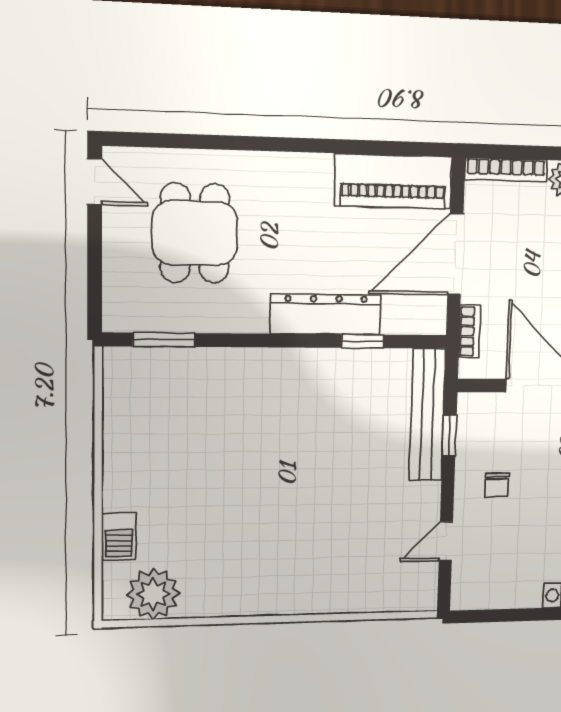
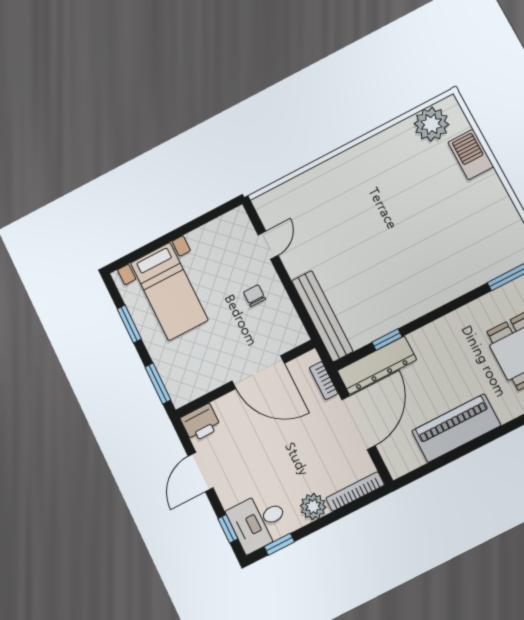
piano: (393, 181) -> (456, 428), moved
dresser: (326, 314) -> (377, 365), moved
window: (449, 436) -> (301, 310), removed
barbecue: (119, 536) -> (471, 155), width x1.38, depth x1.27

